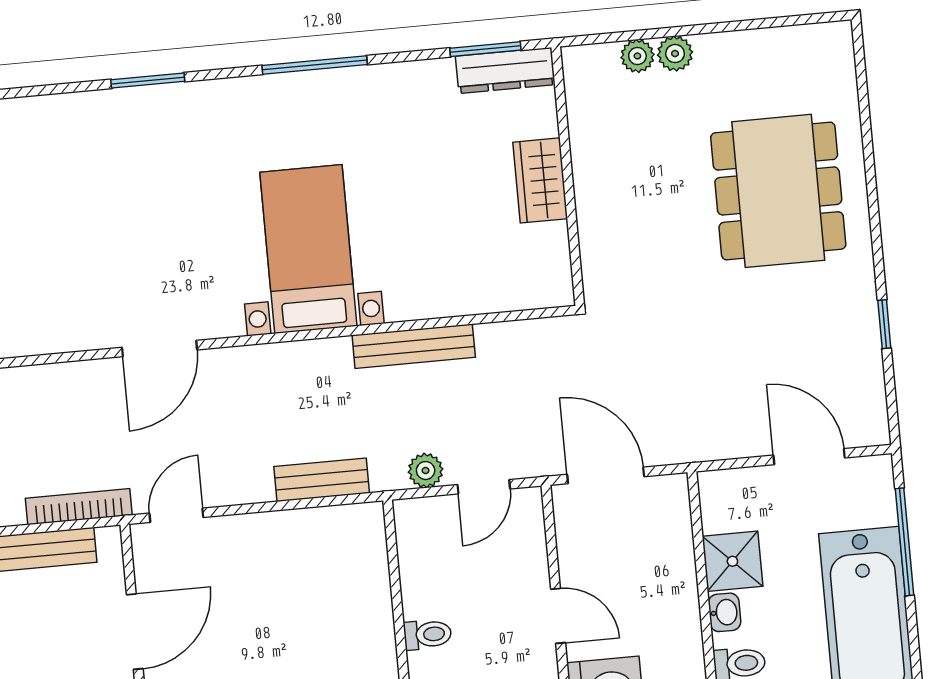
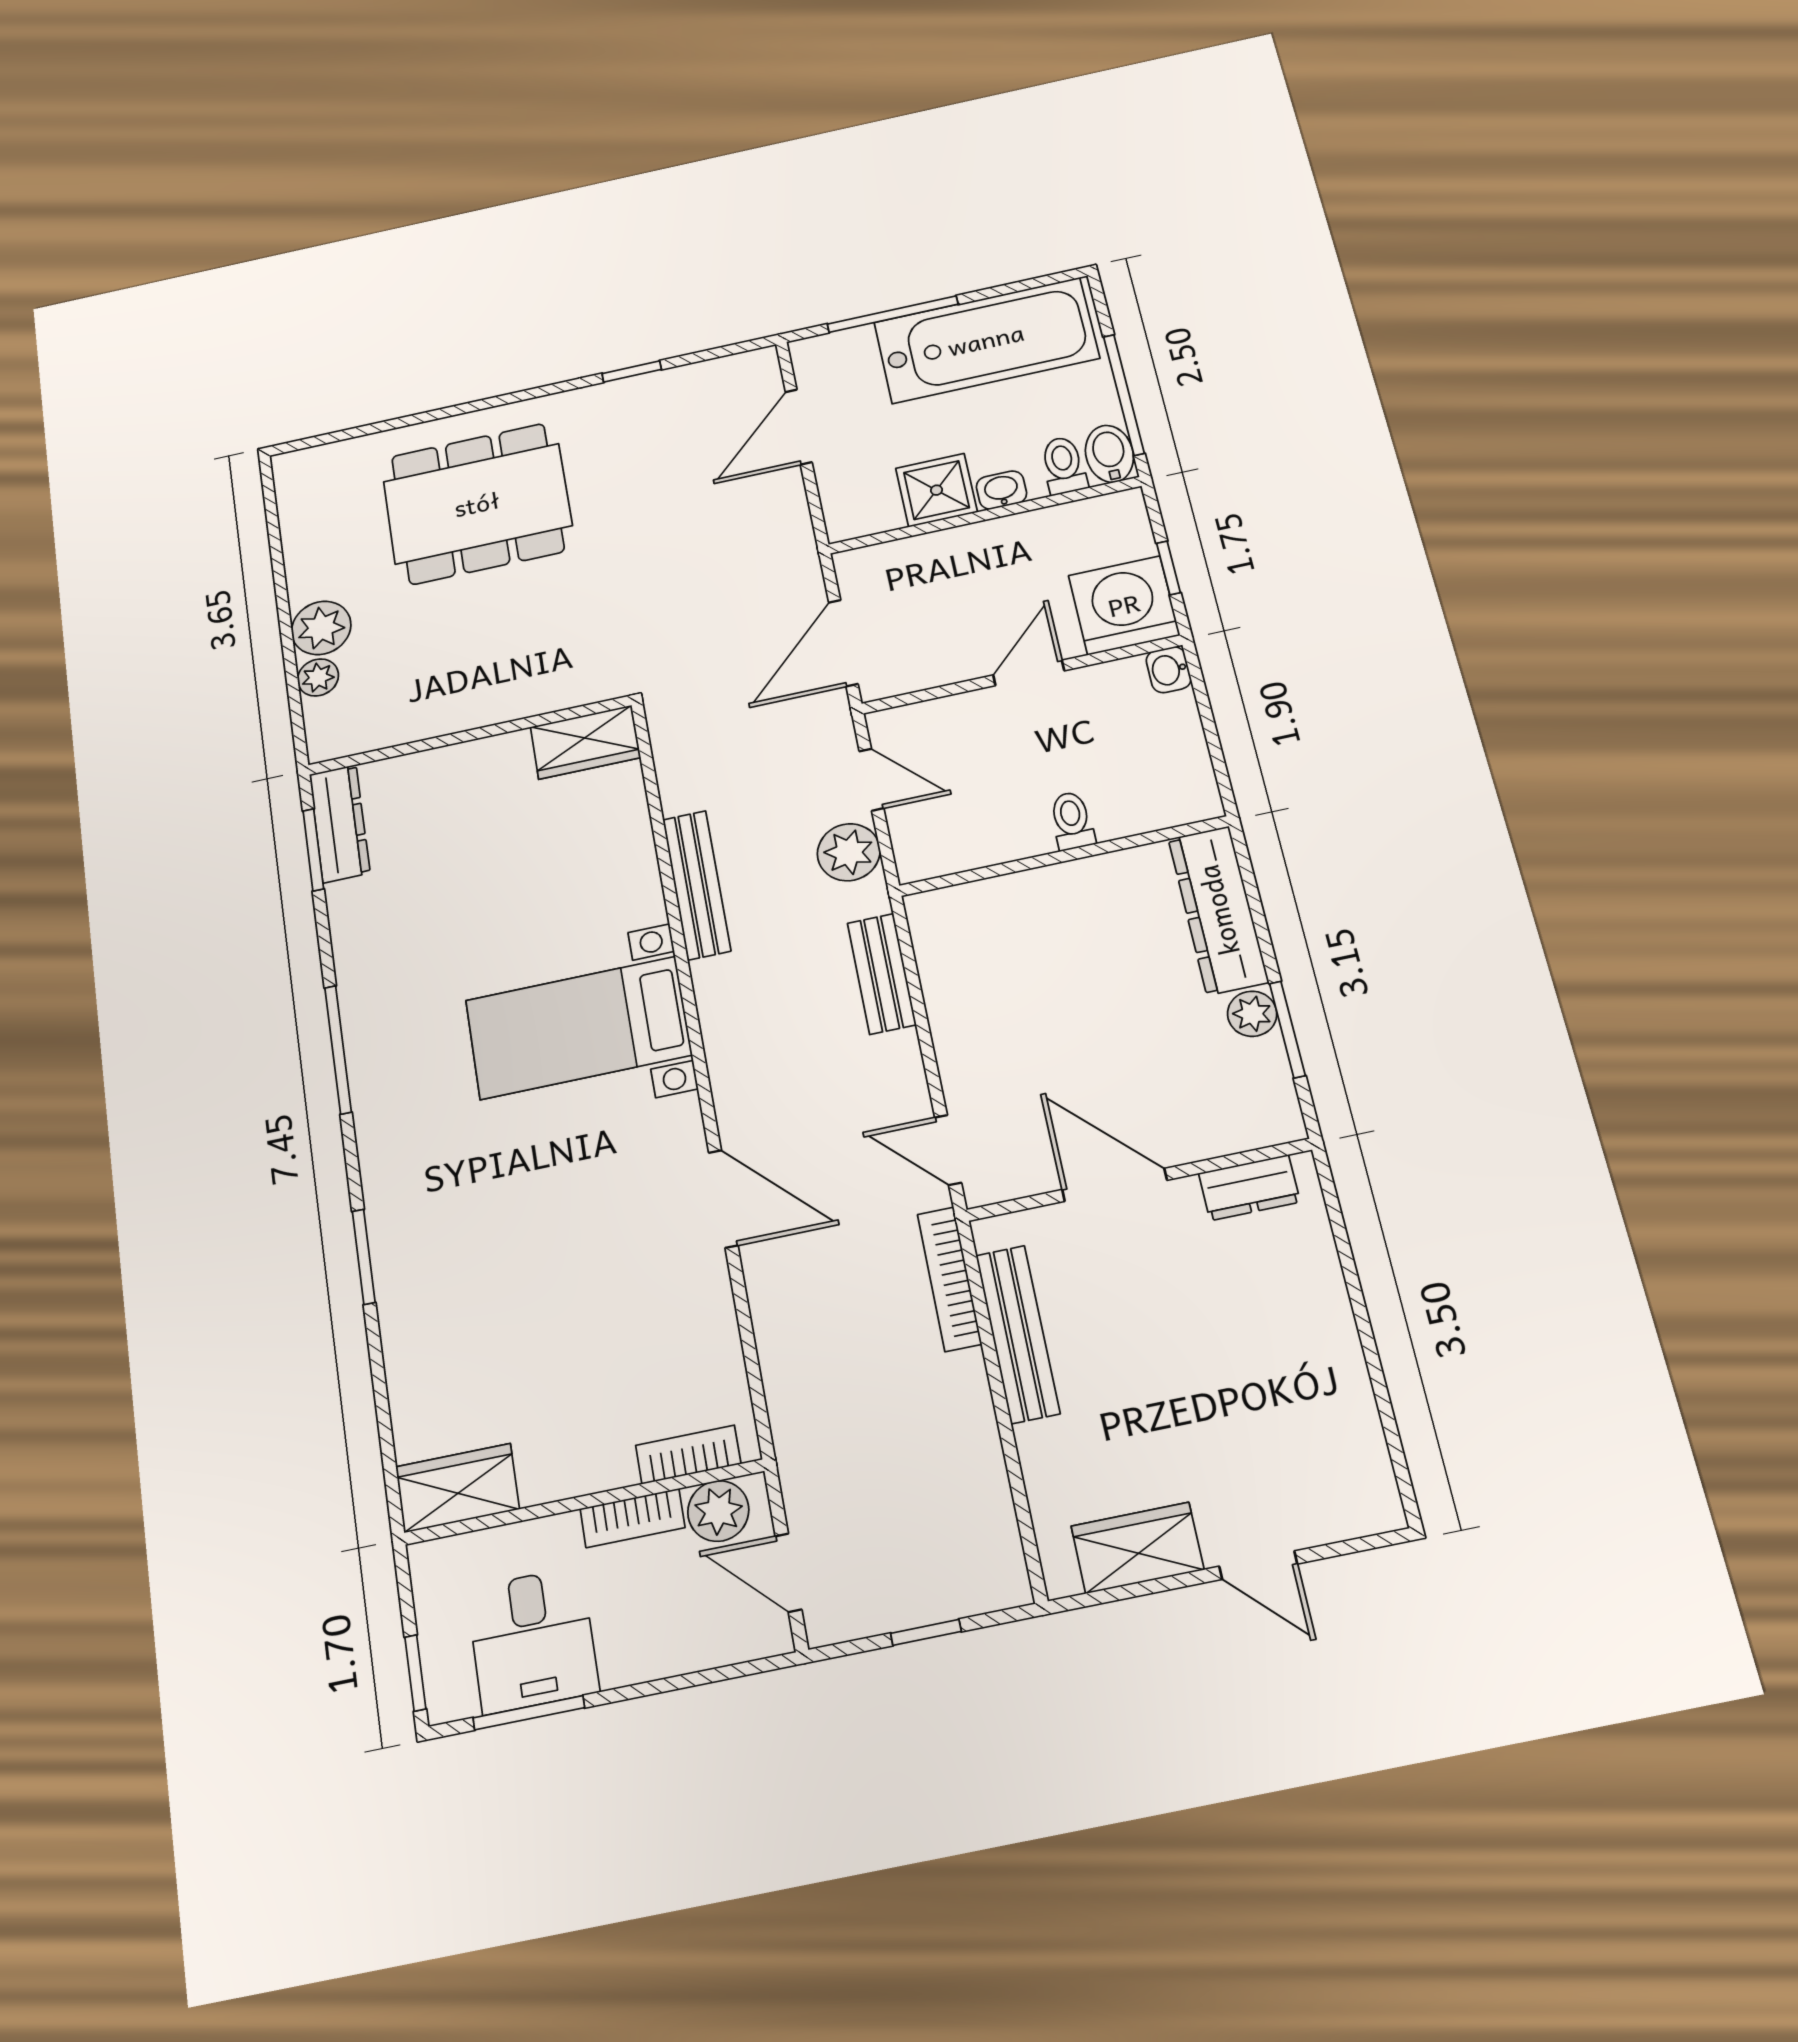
plant: (675, 54) -> (321, 628), width x1.38, depth x1.38
wardrobe: (540, 180) -> (585, 742), moved
plant: (426, 471) -> (849, 852), width x1.38, depth x1.38

